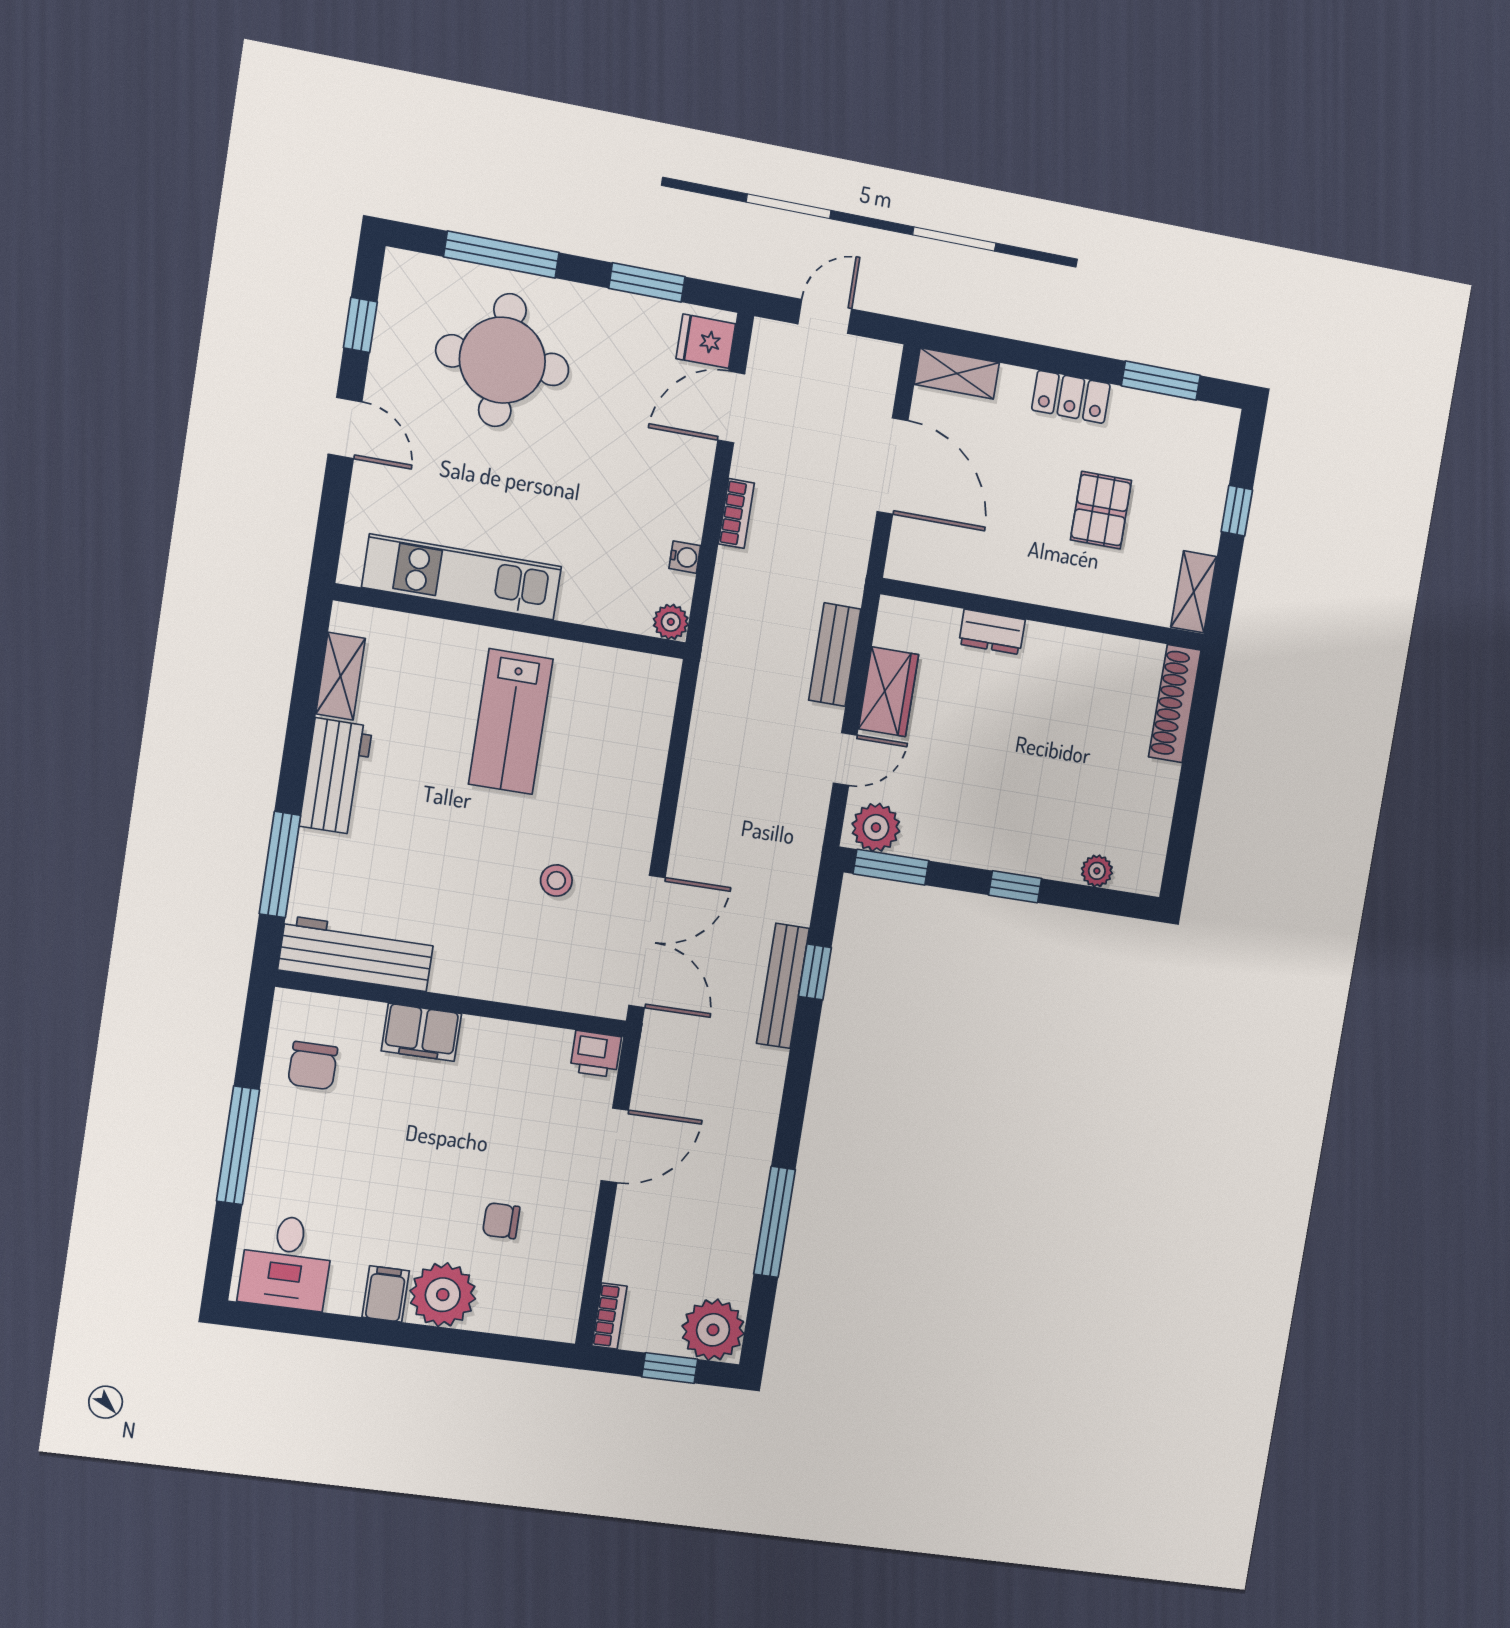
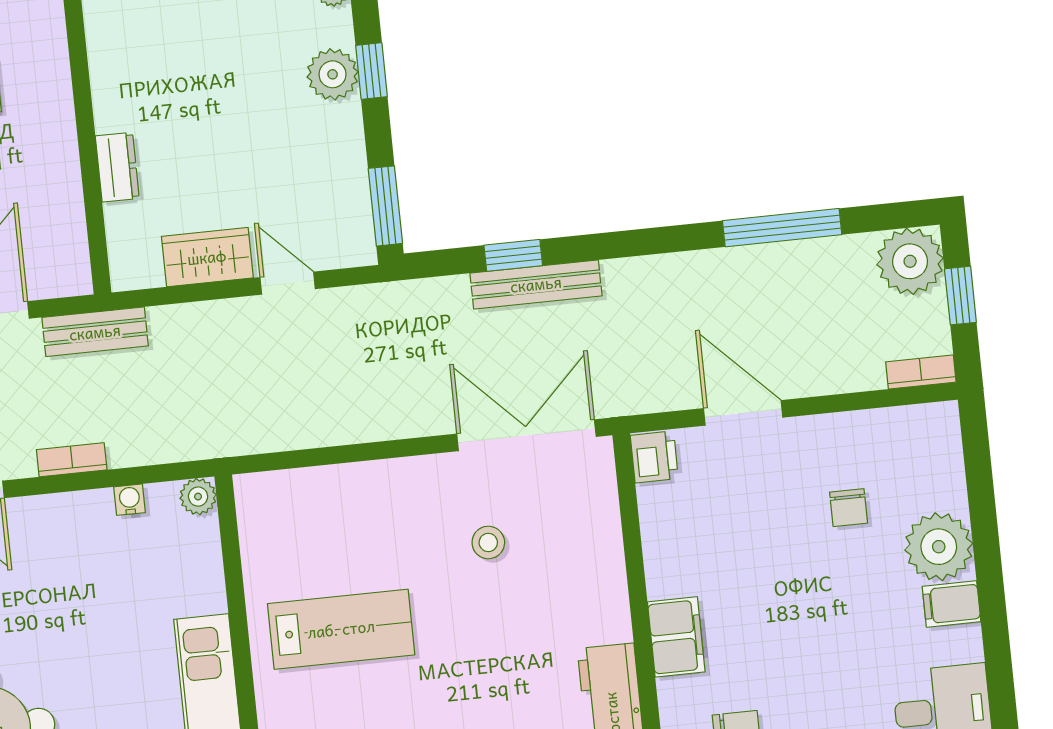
bench: (835, 655) -> (95, 332), moved
plant: (876, 827) -> (333, 74), moved

